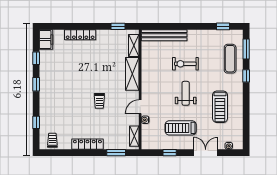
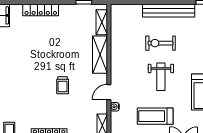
bench: (164, 35) -> (169, 11), moved
weight bench: (186, 93) -> (161, 77), turned 180

